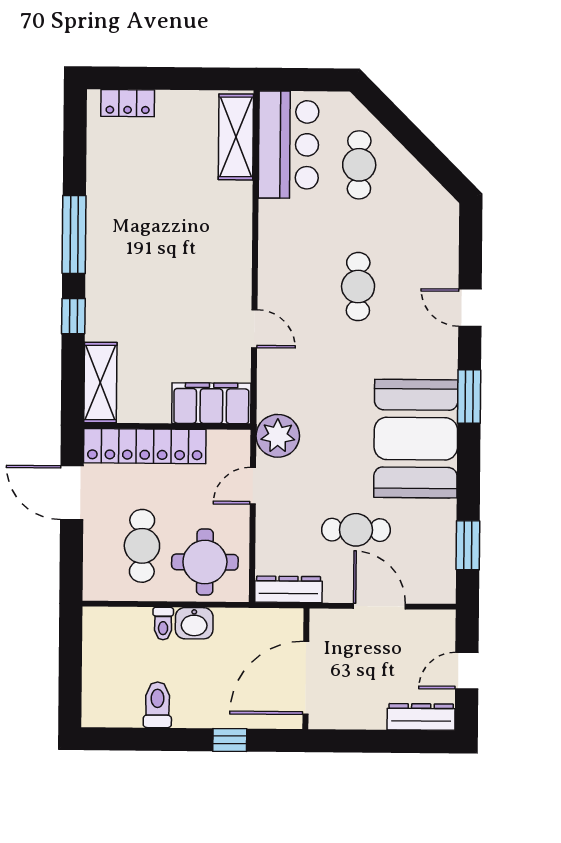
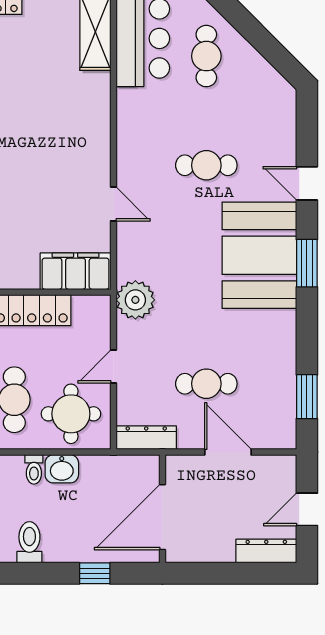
cafe table: (358, 287) -> (206, 165), turned 90
booth: (416, 439) -> (259, 255), moved
door: (253, 486) -> (113, 367), moved

